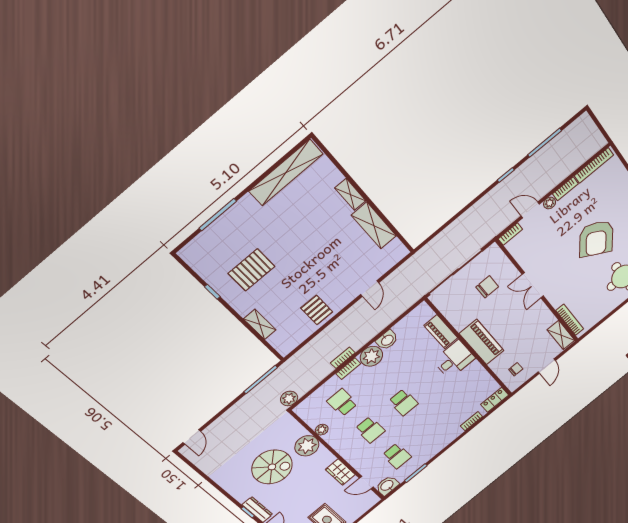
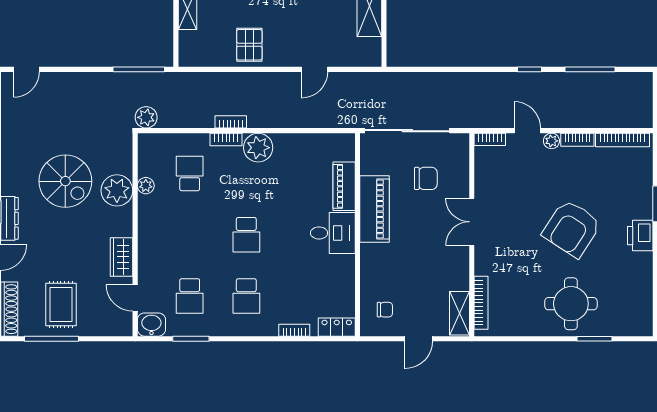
washbasin: (387, 340) -> (287, 144), removed
piano: (482, 342) -> (374, 209), moved
school desk: (370, 430) -> (246, 296), moved

